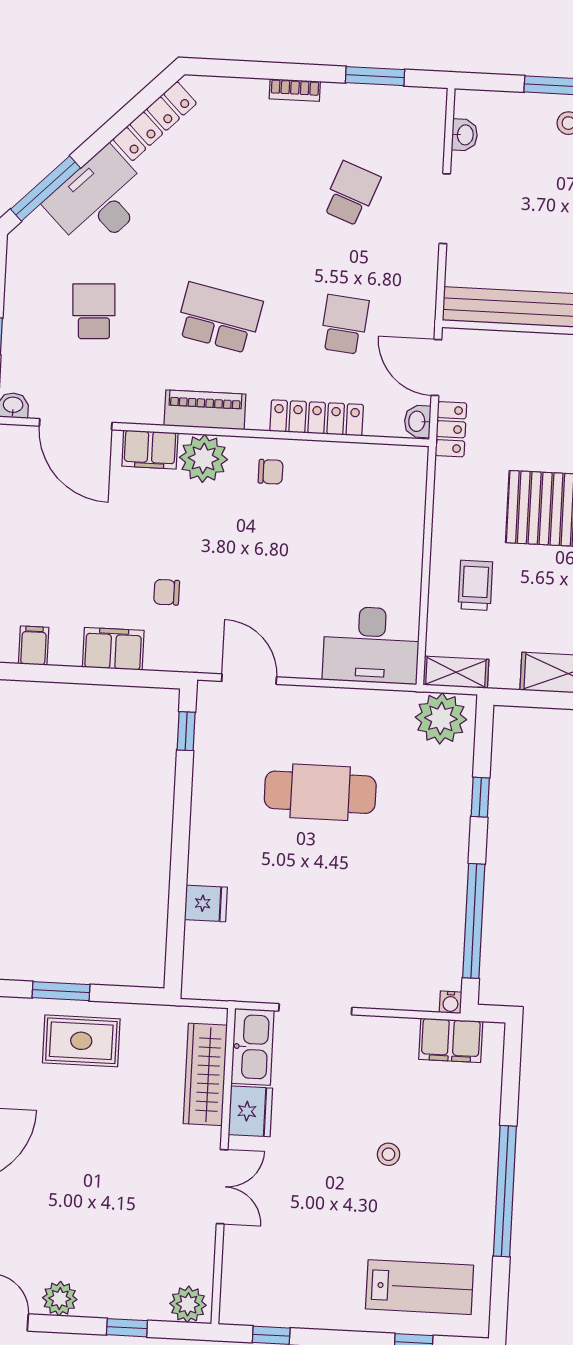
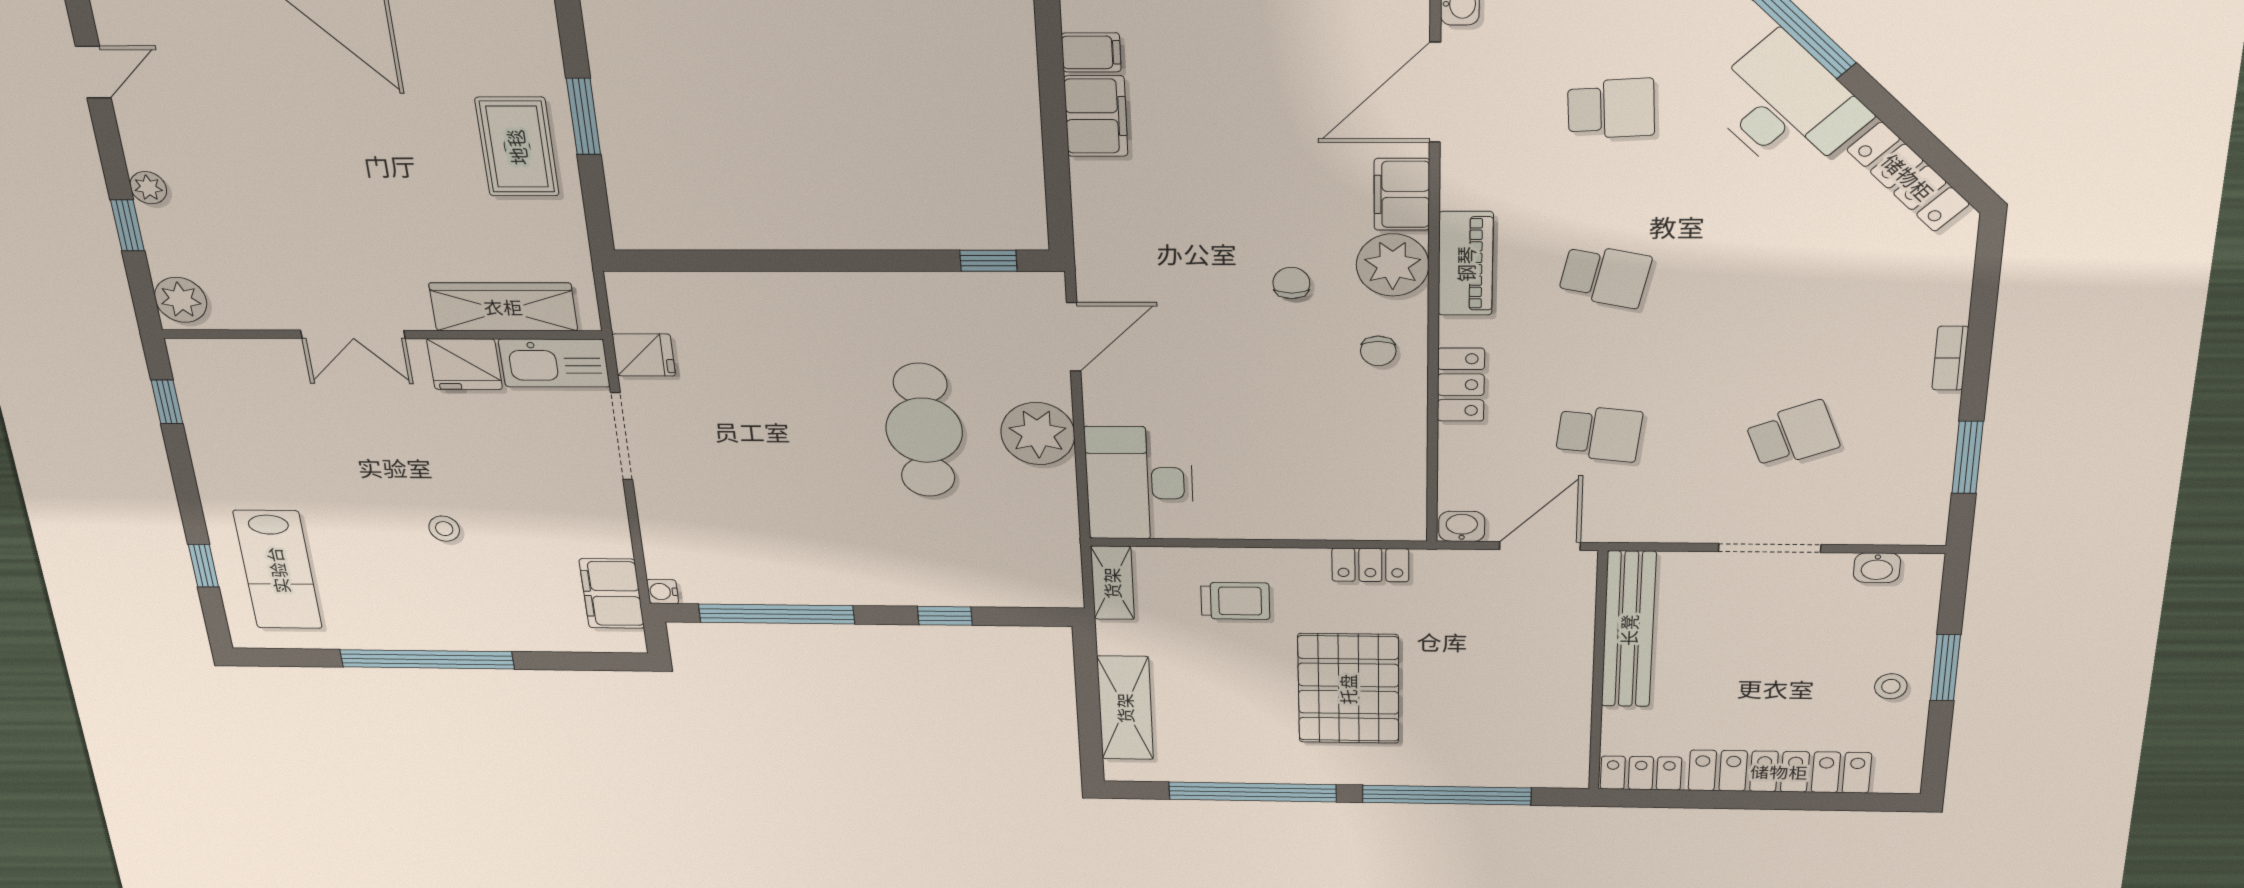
school desk: (351, 194) -> (1793, 435), turned -42
school desk: (219, 318) -> (1605, 276), width x0.54
locker: (317, 418) -> (1461, 385), width x0.66
locker: (451, 429) -> (1370, 565), moved
chair: (167, 592) -> (1291, 283), moved
filing cabinet: (113, 649) -> (1096, 116), moved
plant: (441, 718) -> (1038, 434), moved
fridge: (206, 903) -> (644, 355), moved, turned -90
plant: (60, 1299) -> (148, 188), moved, width x0.73, depth x0.73

